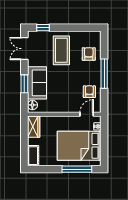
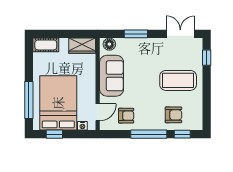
window: (104, 47) -> (182, 134), added
sofa: (37, 83) -> (112, 76), moved, turned -90
door: (87, 114) -> (98, 112), hinge flipped
window: (104, 149) -> (54, 134), added

